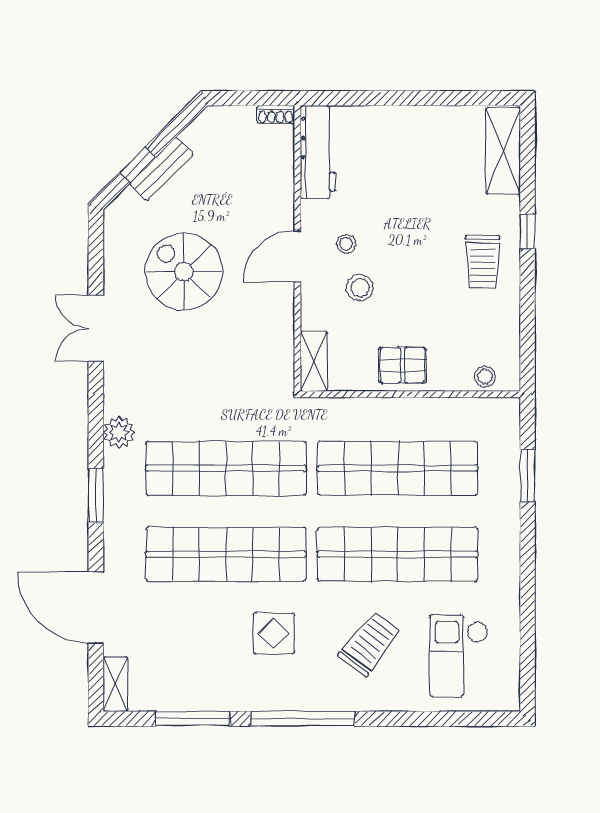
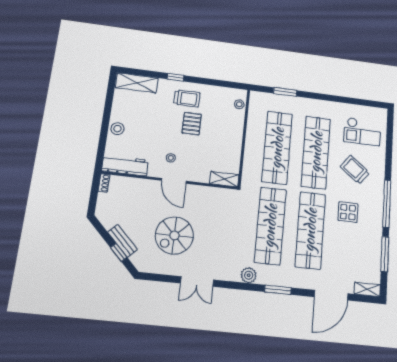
stool: (360, 288) -> (117, 129), moved
pallet: (403, 365) -> (192, 124), moved

